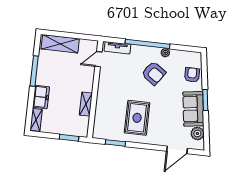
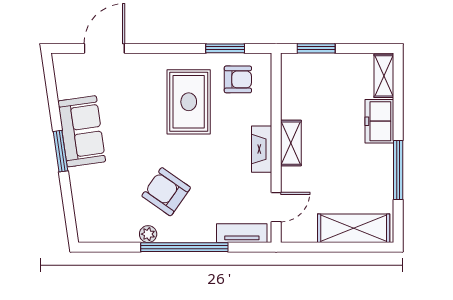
armchair: (192, 75) -> (238, 79), moved, turned -90
fireplace: (103, 90) -> (262, 149), added
shelving: (86, 104) -> (291, 143), moved
plant: (197, 133) -> (68, 85), removed

